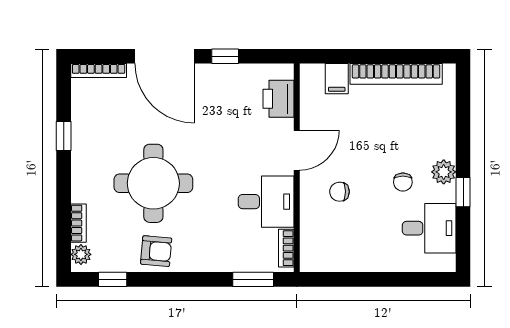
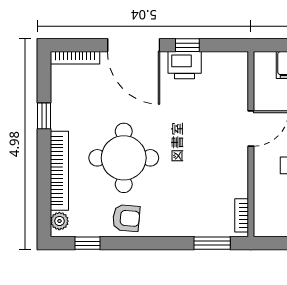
printer: (278, 99) -> (185, 65), moved, turned -90
desk: (266, 202) -> (224, 174), removed
bookcase: (79, 223) -> (59, 171), width x2.31, depth x1.31

